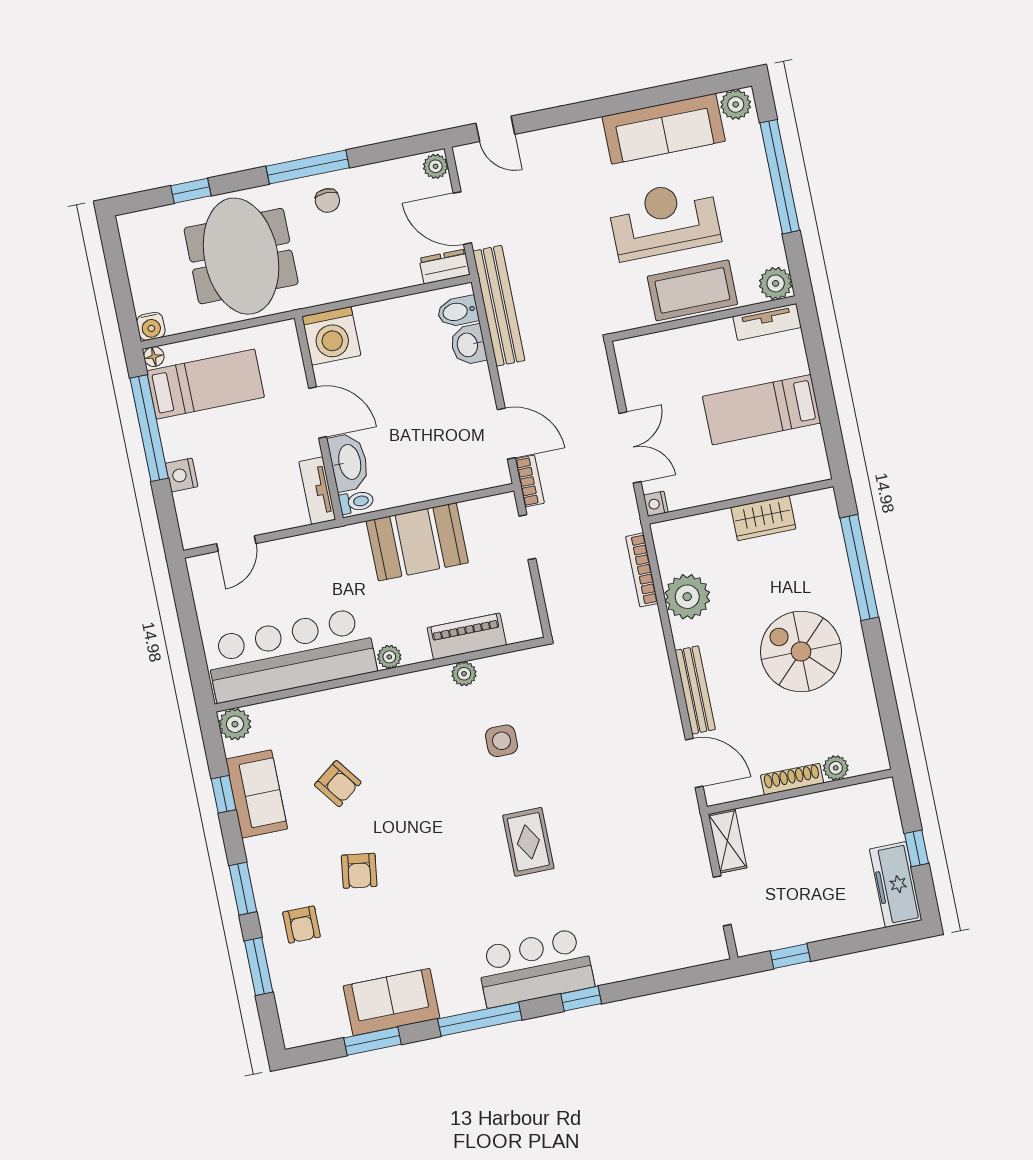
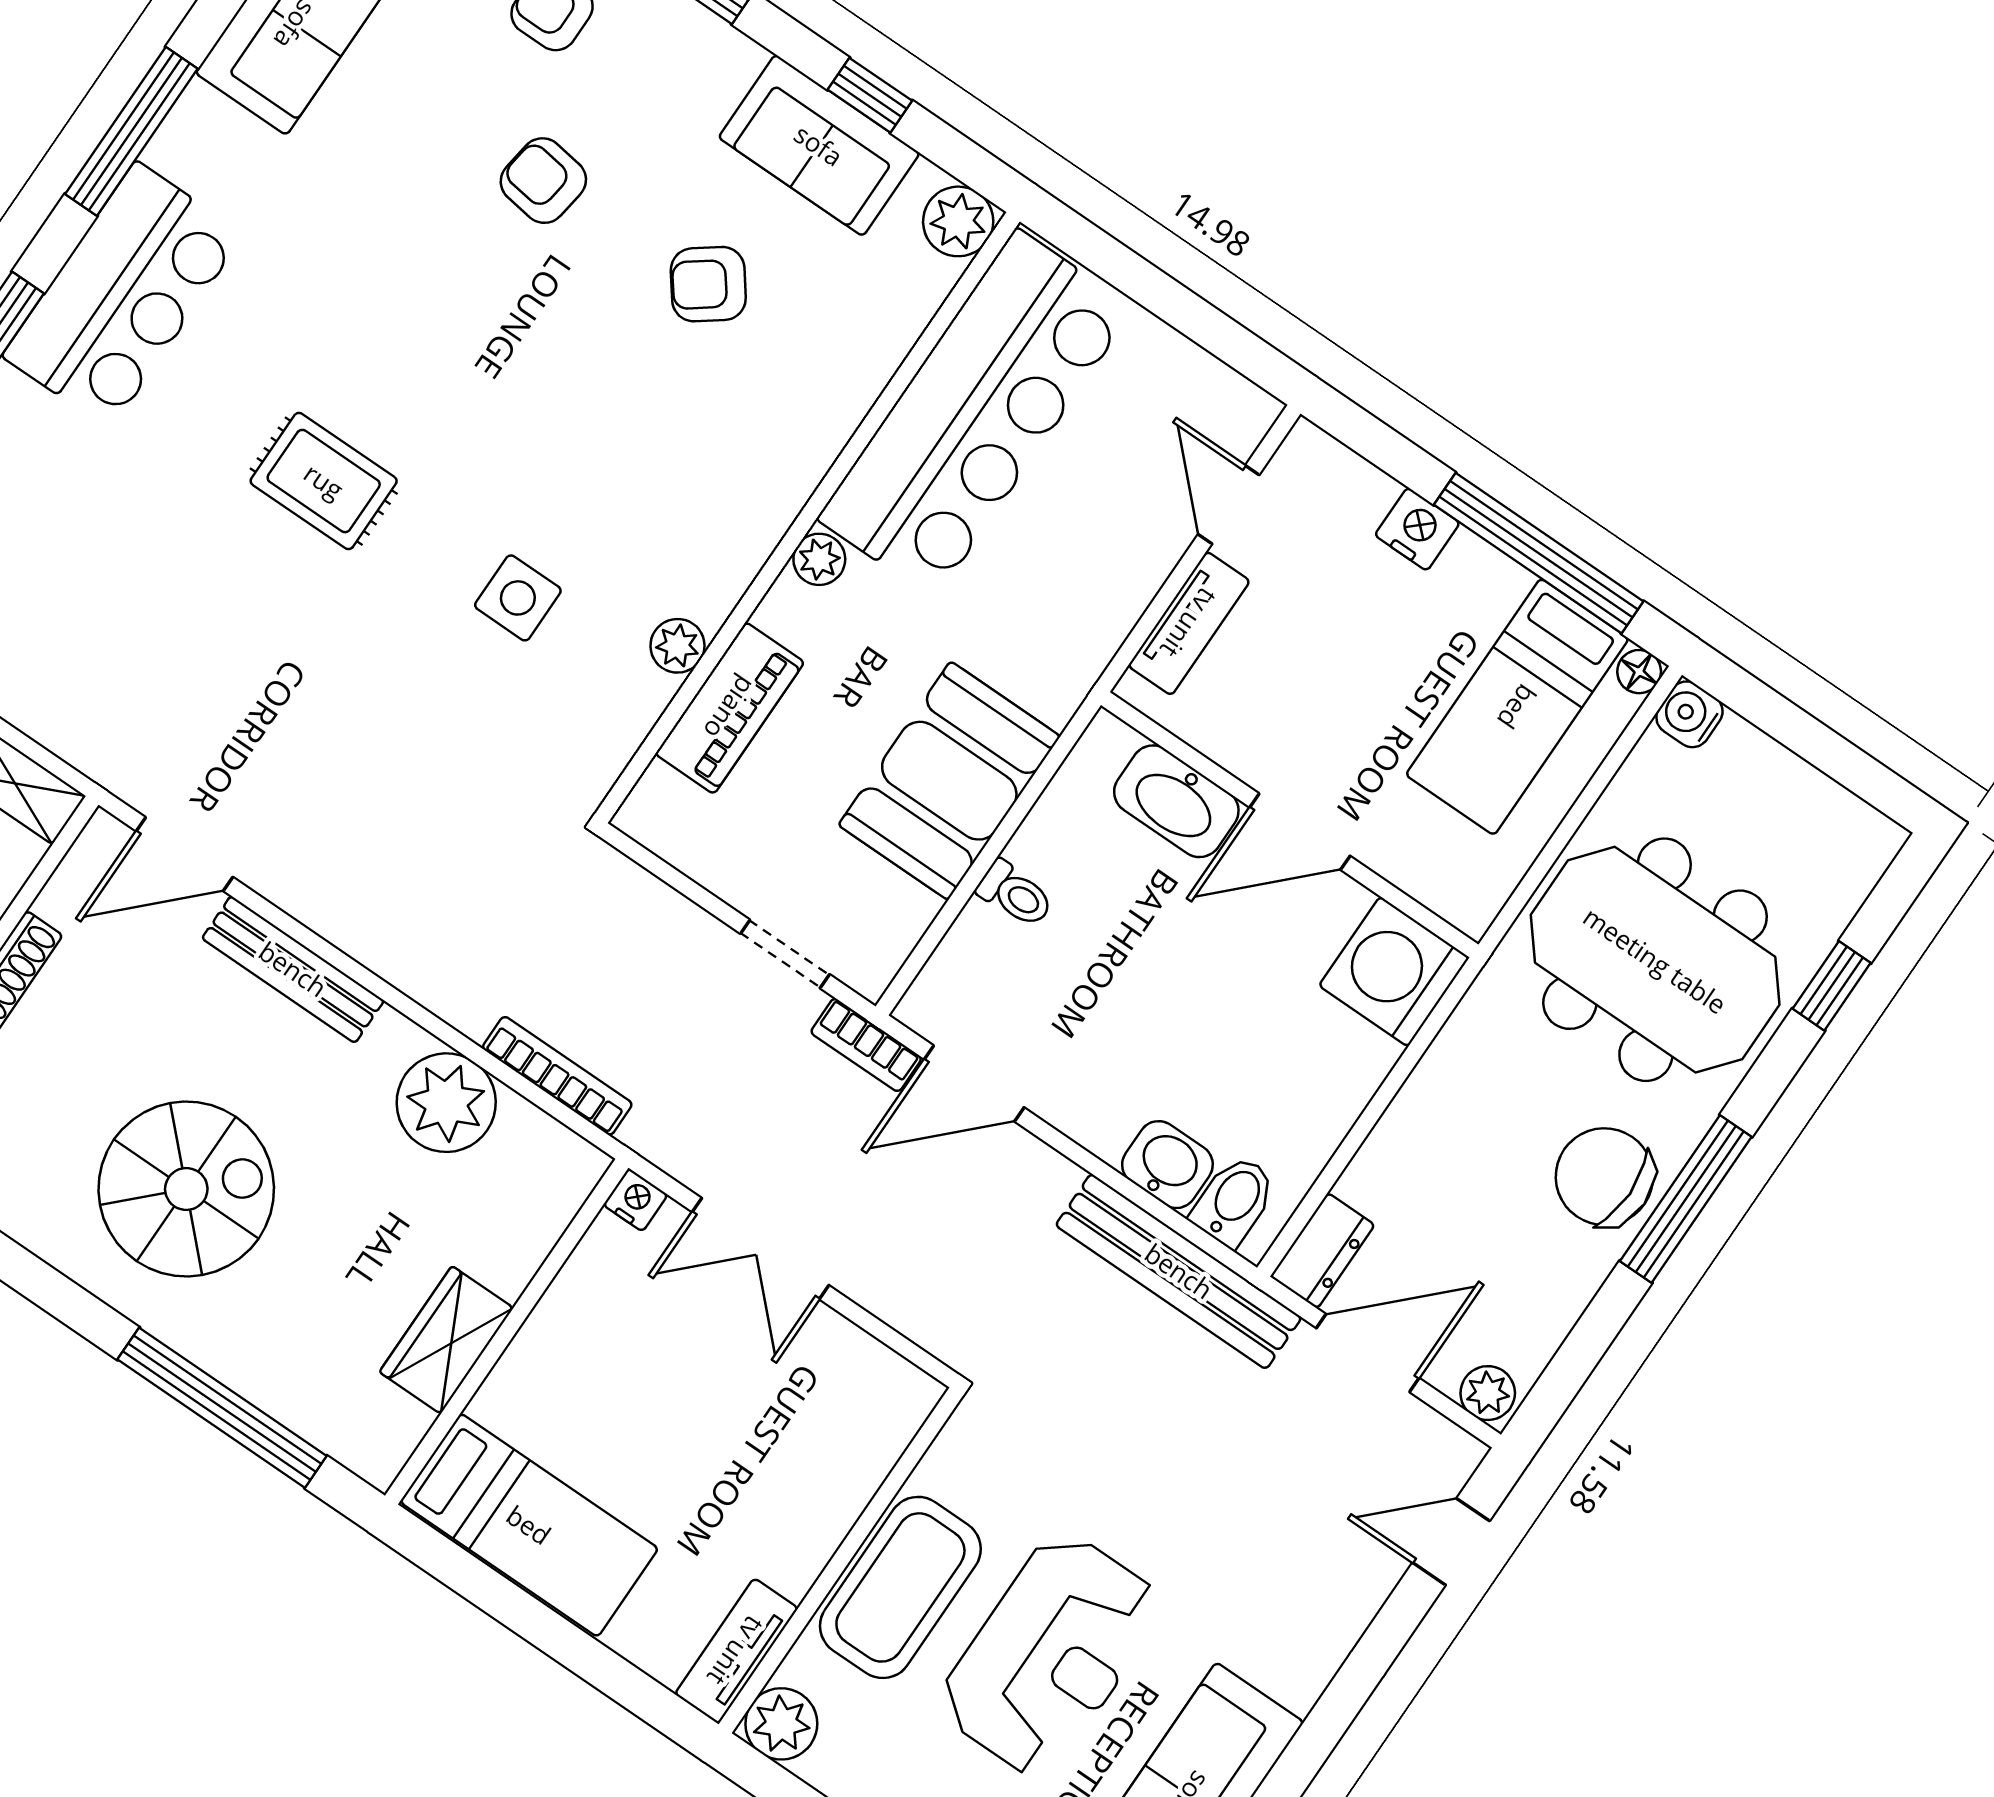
chair: (327, 201) -> (1604, 1177), width x1.87, depth x1.87
bed: (762, 410) -> (529, 1525), moved, turned 90
tv unit: (317, 491) -> (1189, 623), moved, turned 90
toilet: (356, 502) -> (1015, 894), moved, turned -90

